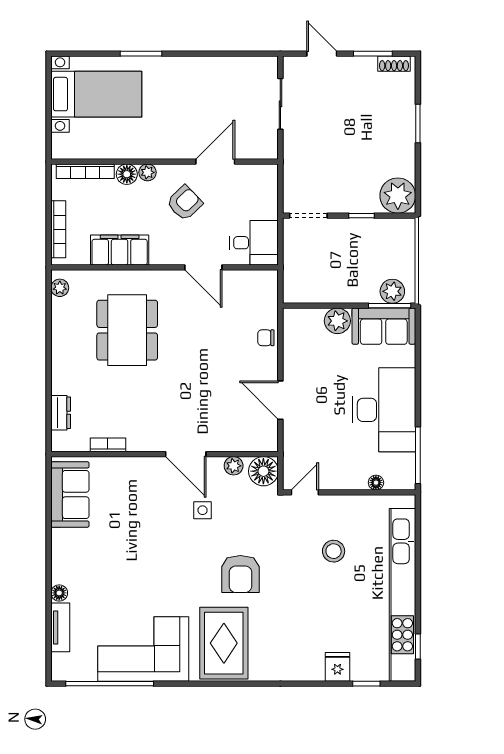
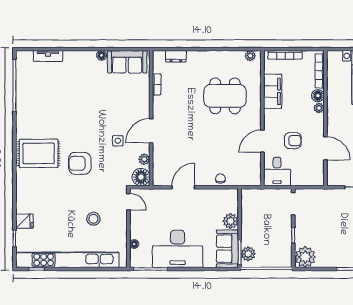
armchair: (185, 203) -> (293, 141), moved, turned -46
floor lamp: (59, 593) -> (102, 55), moved
corner sofa: (143, 649) -> (35, 105), removed

